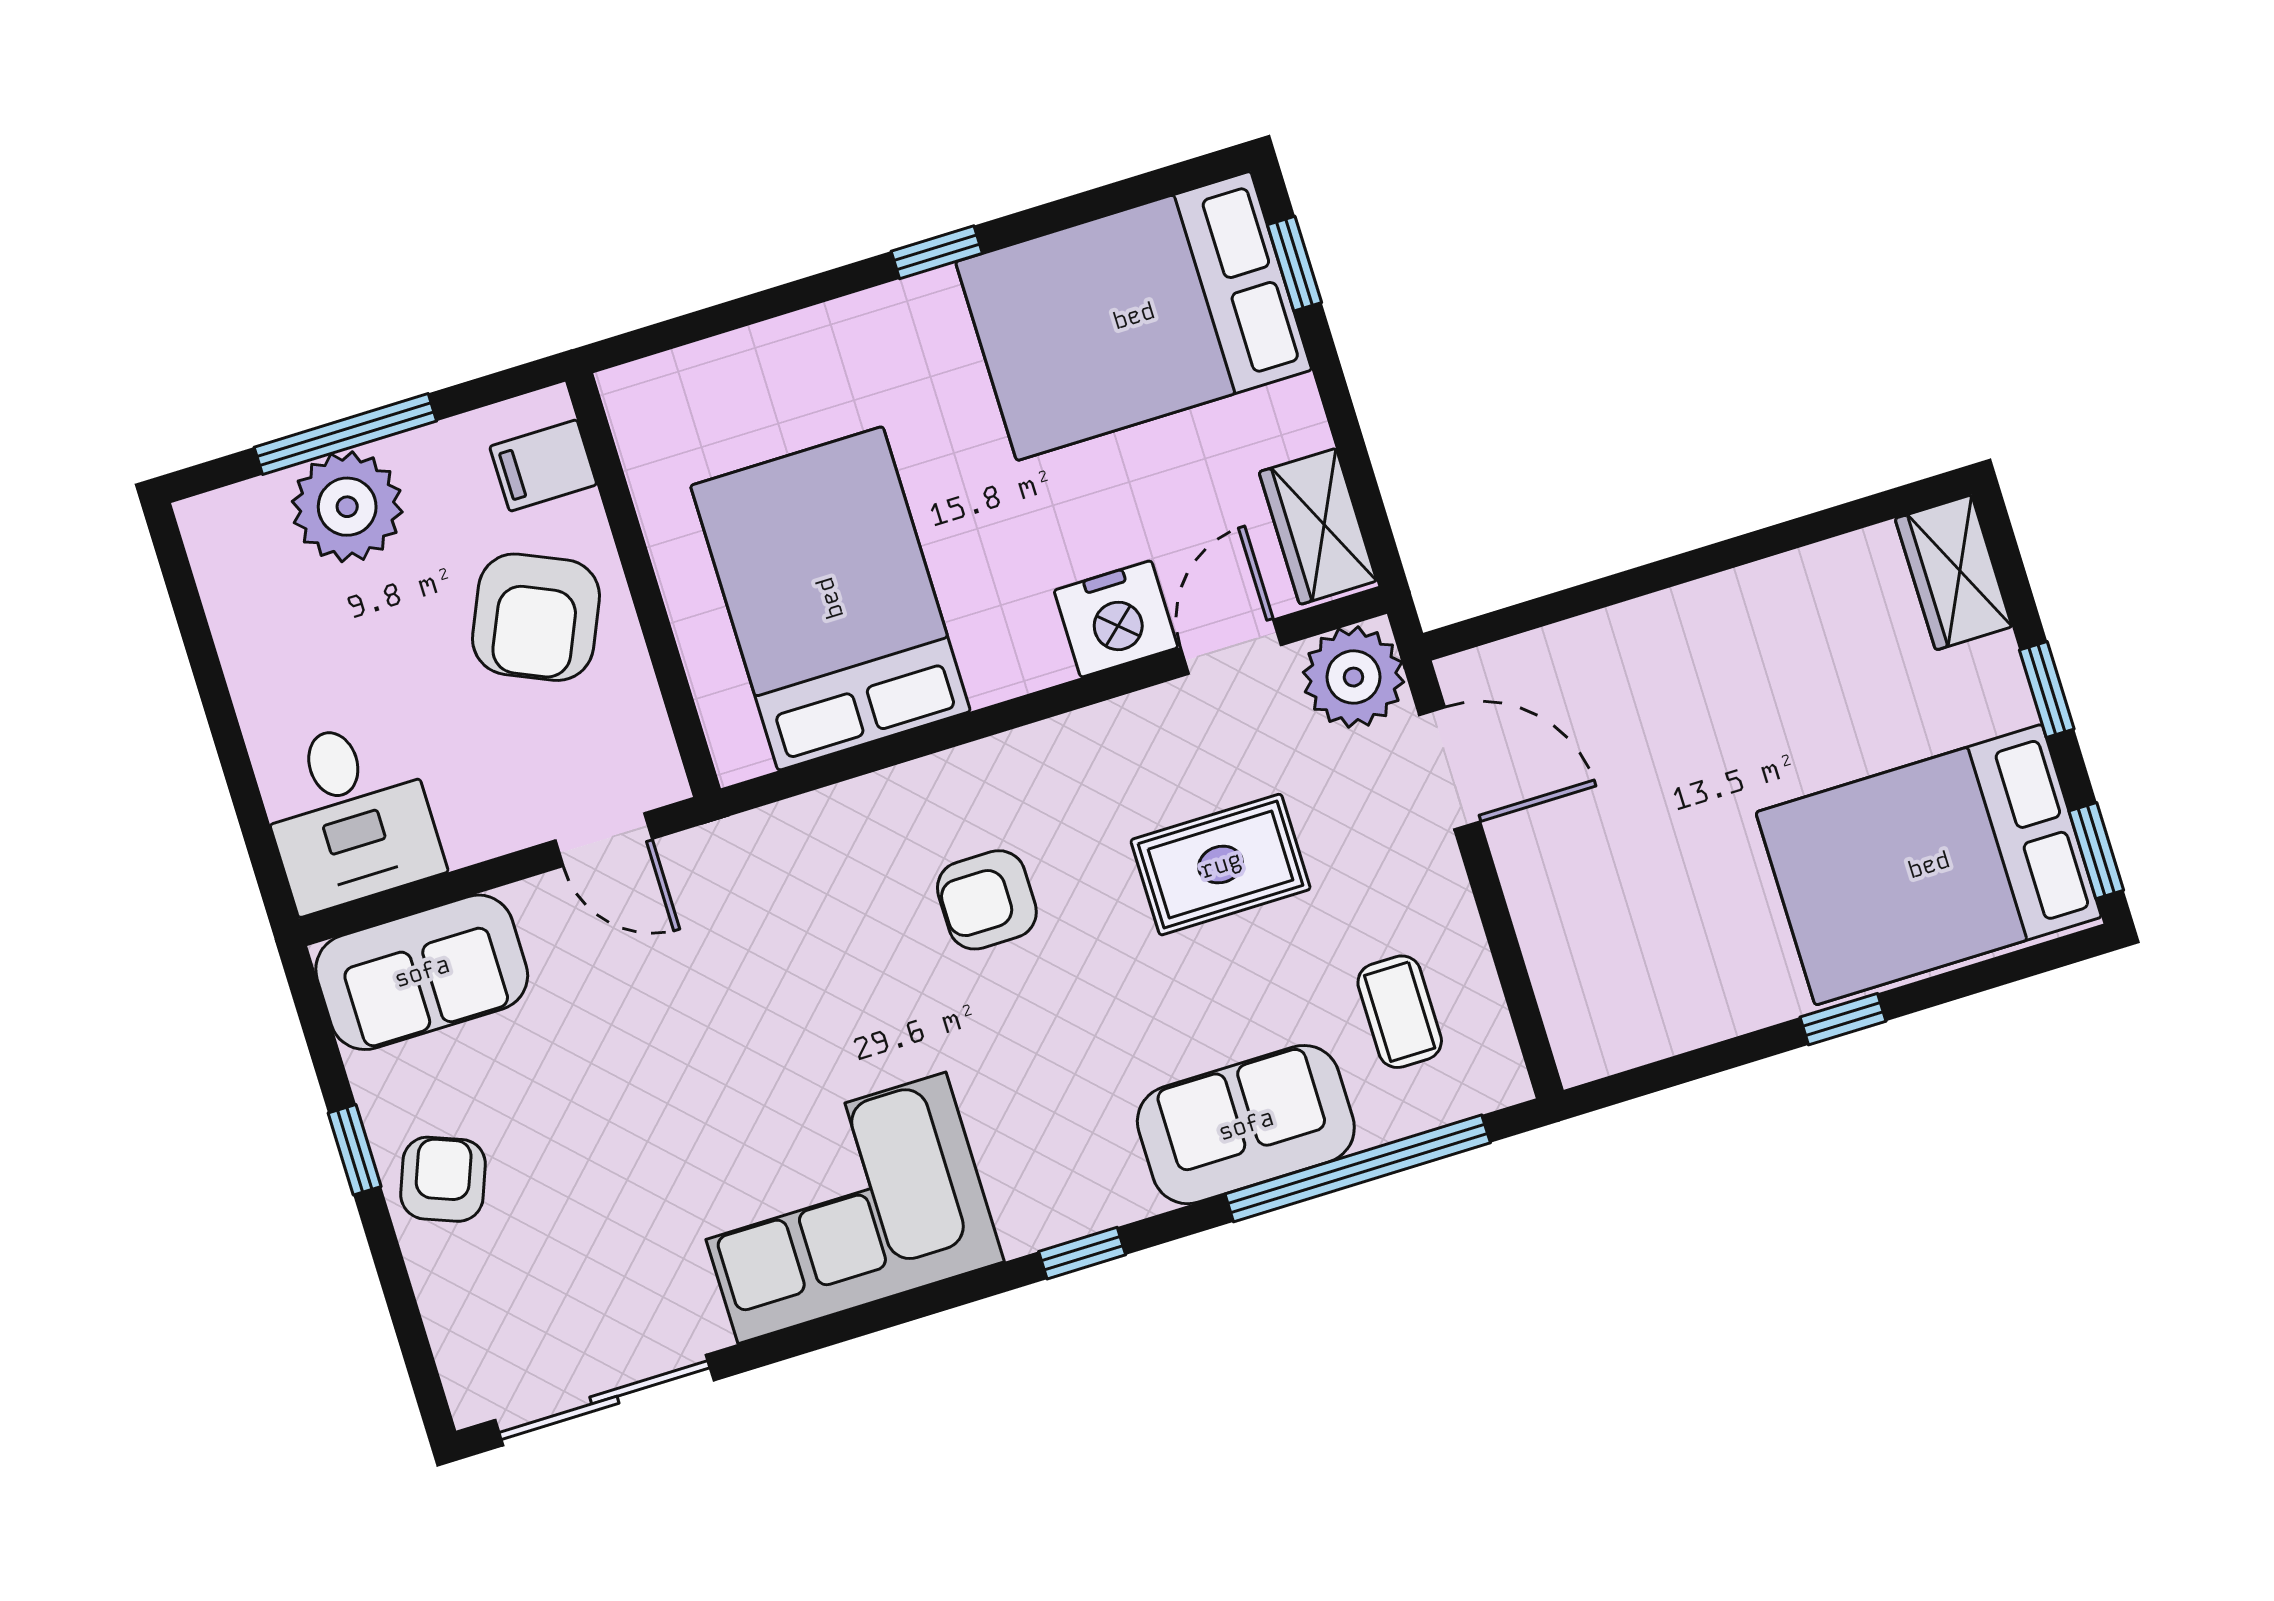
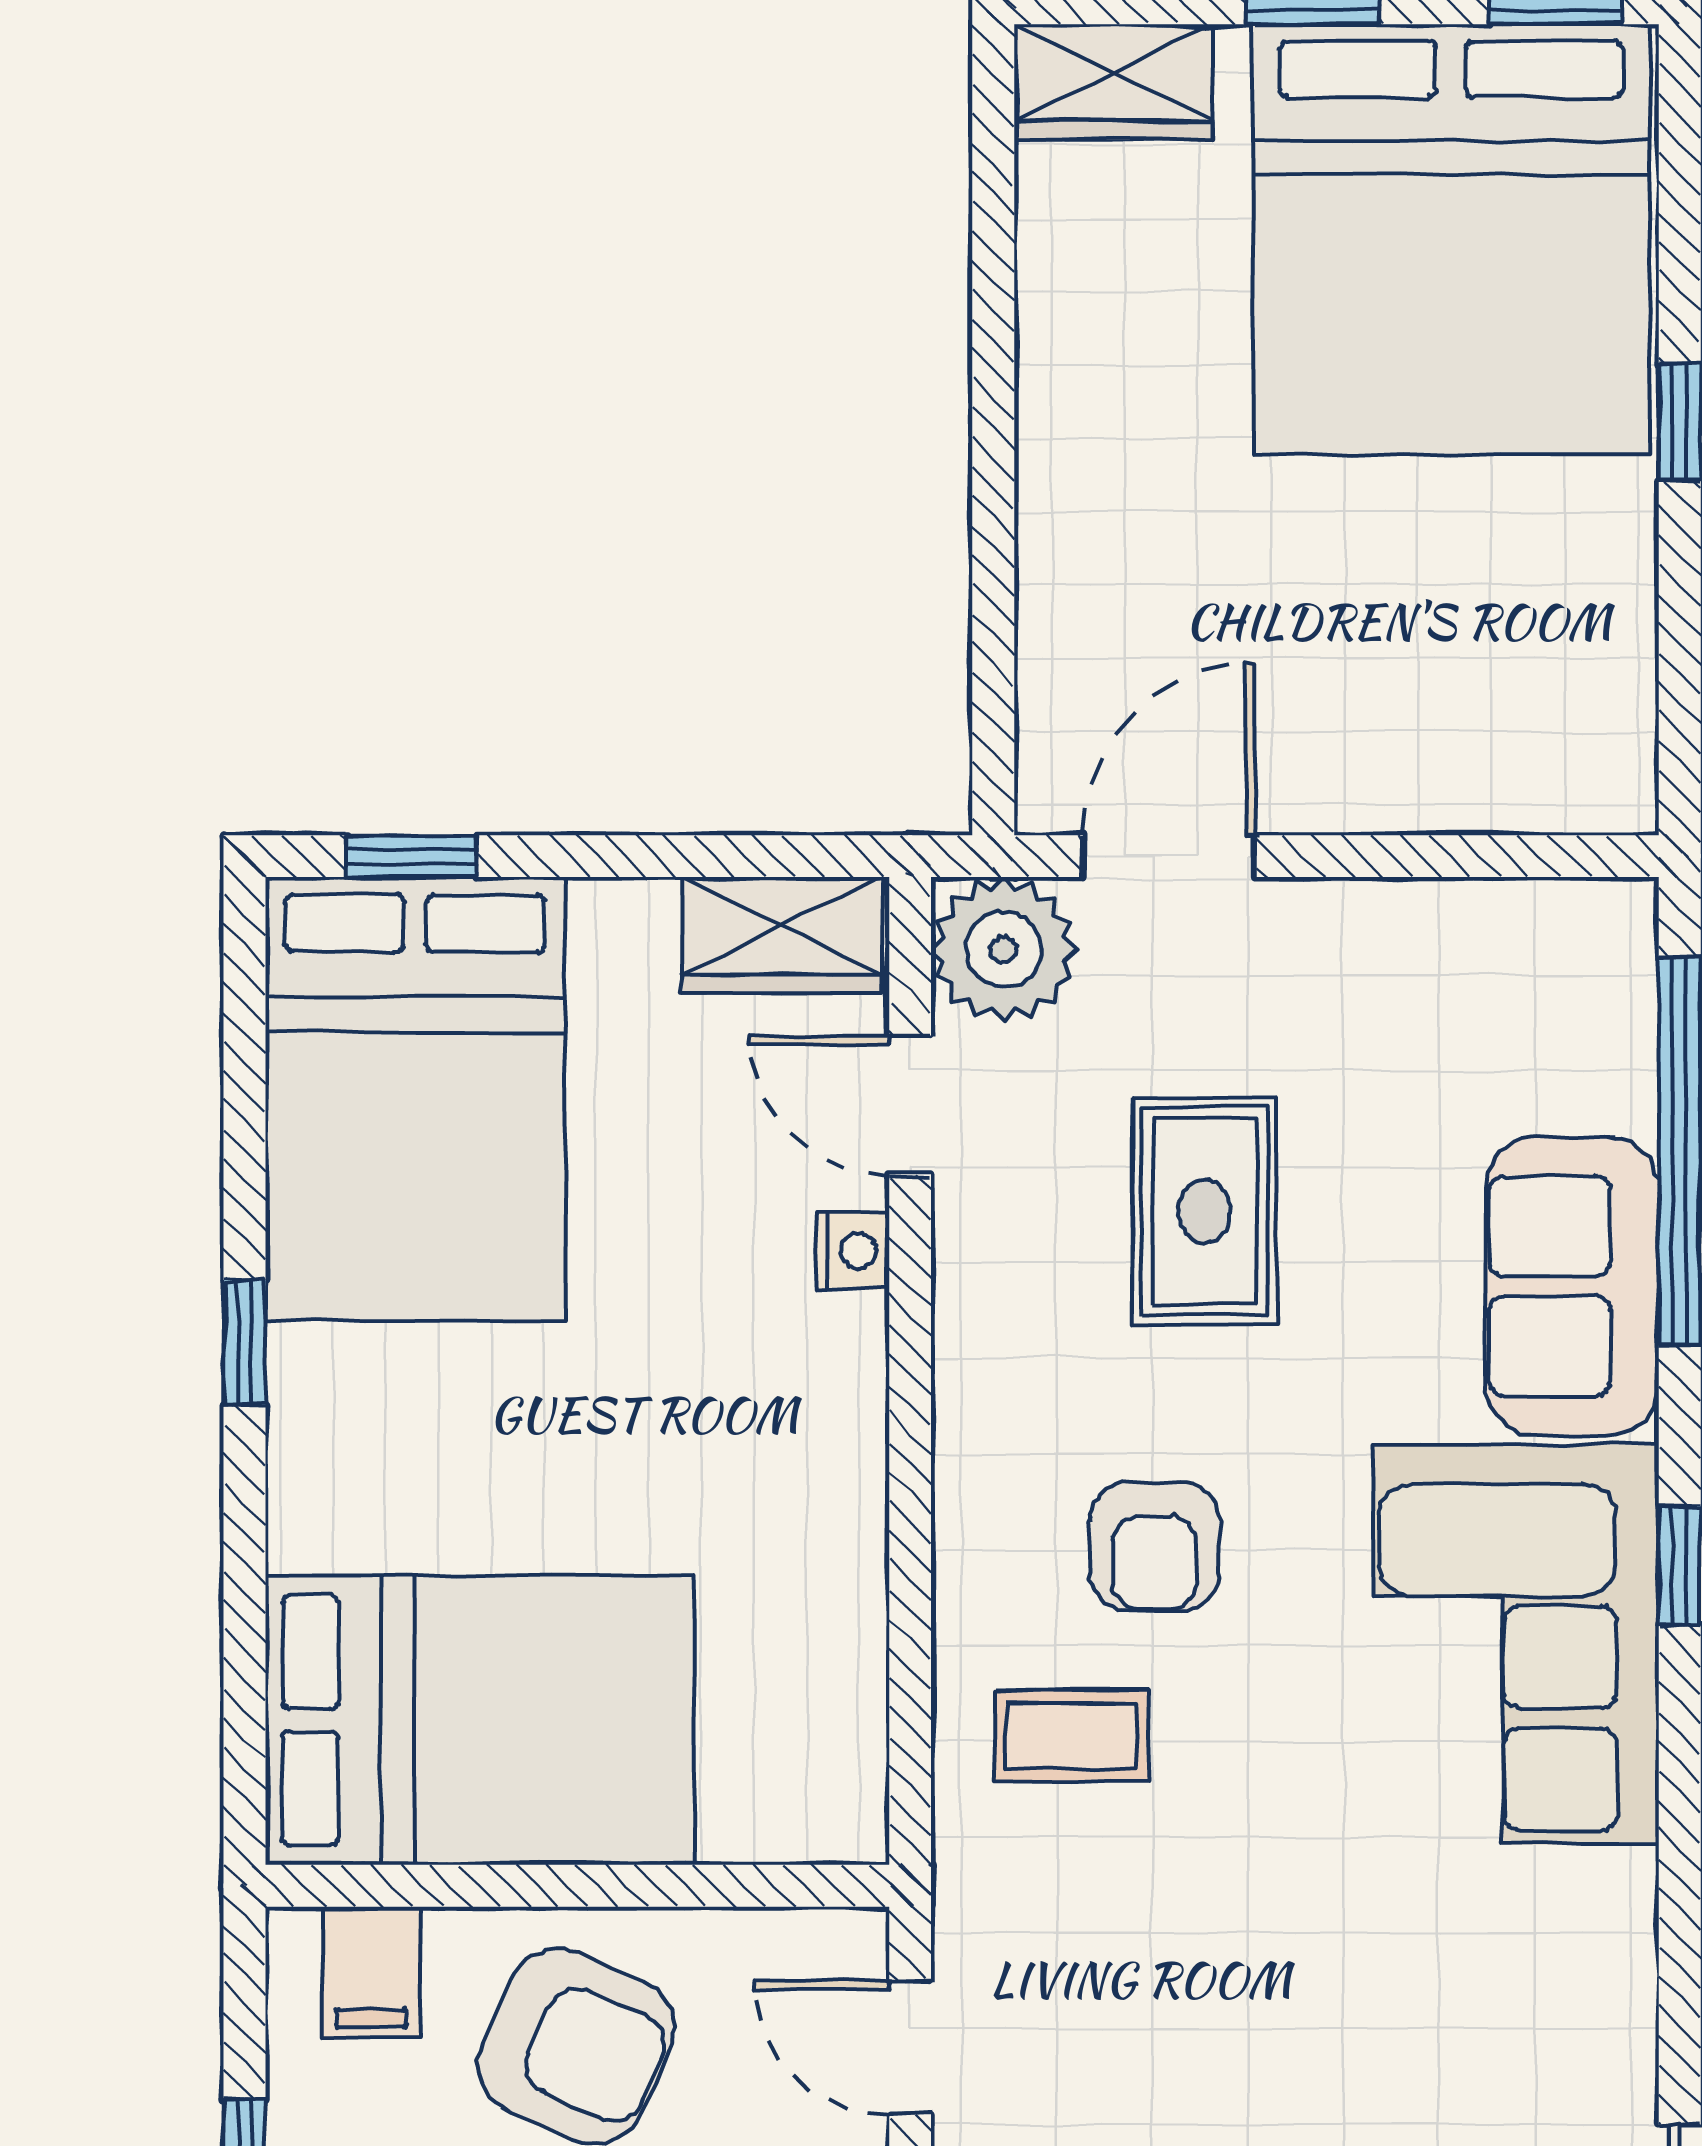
bed: (830, 598) -> (480, 1720), moved, turned 180
nightstand: (1116, 619) -> (853, 1251), width x0.53, depth x0.56
door: (604, 840) -> (910, 2047), swing flipped
bed: (1929, 865) -> (1451, 239), width x1.36
coffee table: (1400, 1012) -> (1072, 1736), moved
corner sofa: (842, 1208) -> (1516, 1644), moved

